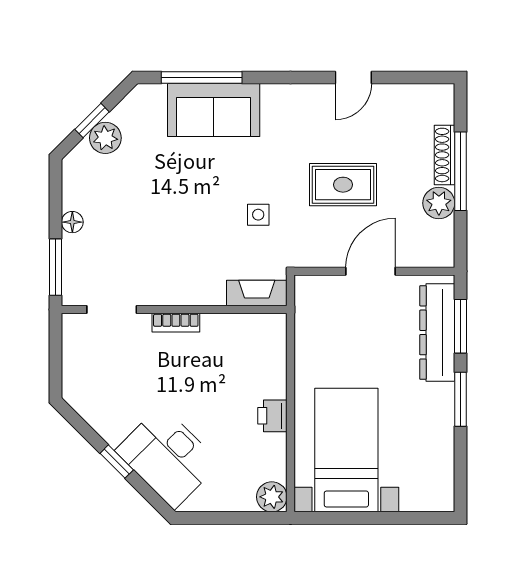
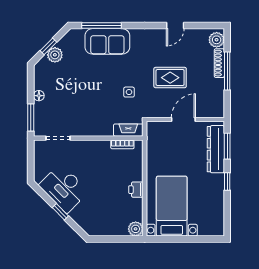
plant: (439, 203) -> (217, 40), moved
bookcase: (176, 323) -> (122, 144), moved
window: (461, 399) -> (227, 182), width x0.67
desk: (168, 457) -> (64, 188), moved

